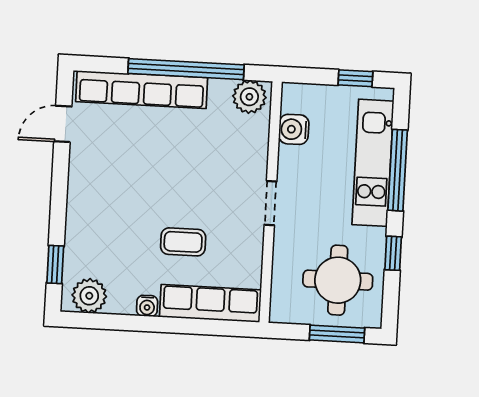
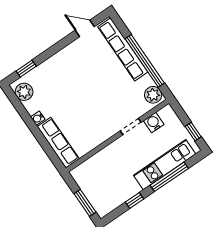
doorway: (270, 203) -> (131, 127), moved
coffee table: (183, 242) -> (75, 113), removed
round table: (338, 280) -> (107, 187), removed

